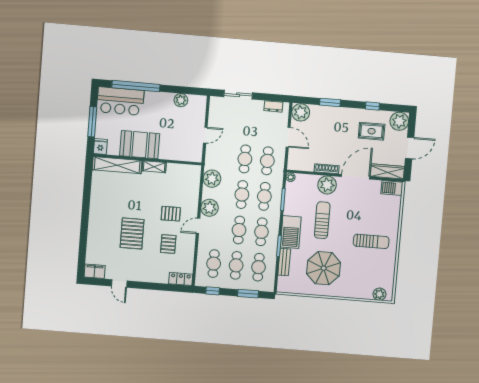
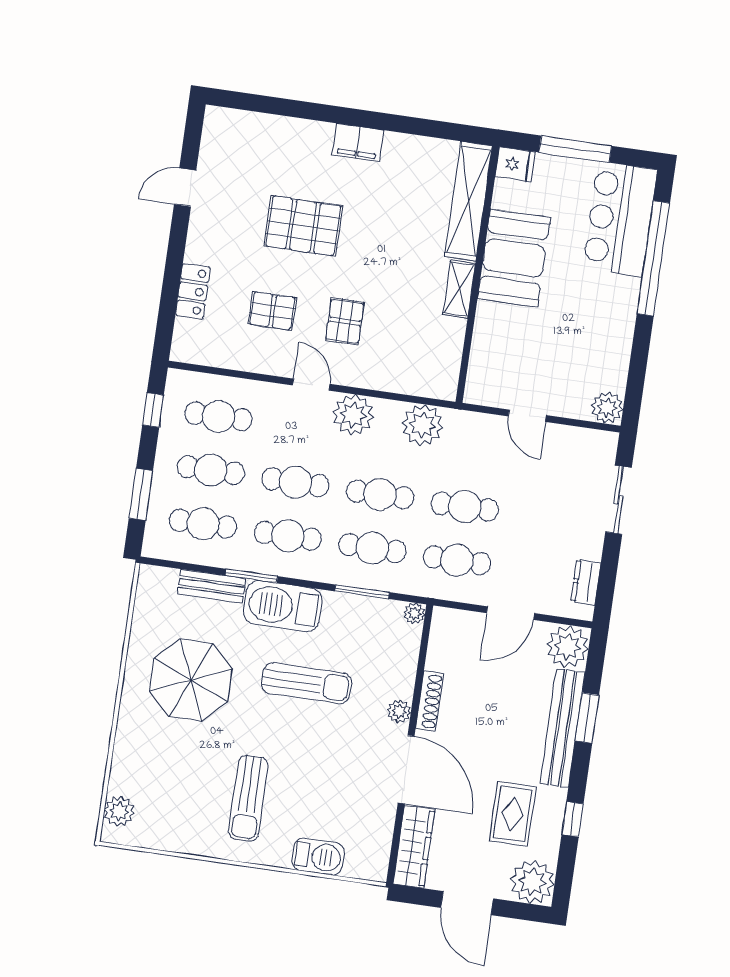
plant: (181, 100) -> (607, 407), moved
bench: (335, 112) -> (562, 728), added
plant: (327, 185) -> (399, 712), width x0.53, depth x0.53
barbecue: (392, 188) -> (318, 857), moved, turned 90
filing cabinet: (95, 271) -> (358, 143), moved, turned 90
locker: (181, 279) -> (193, 291), moved

